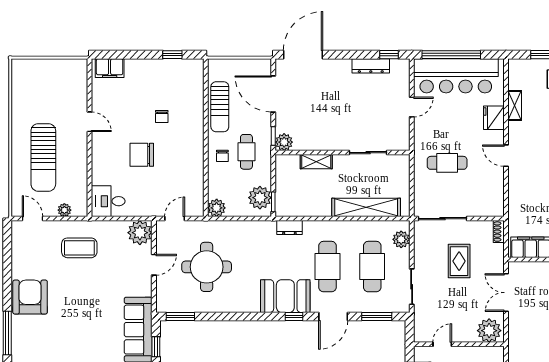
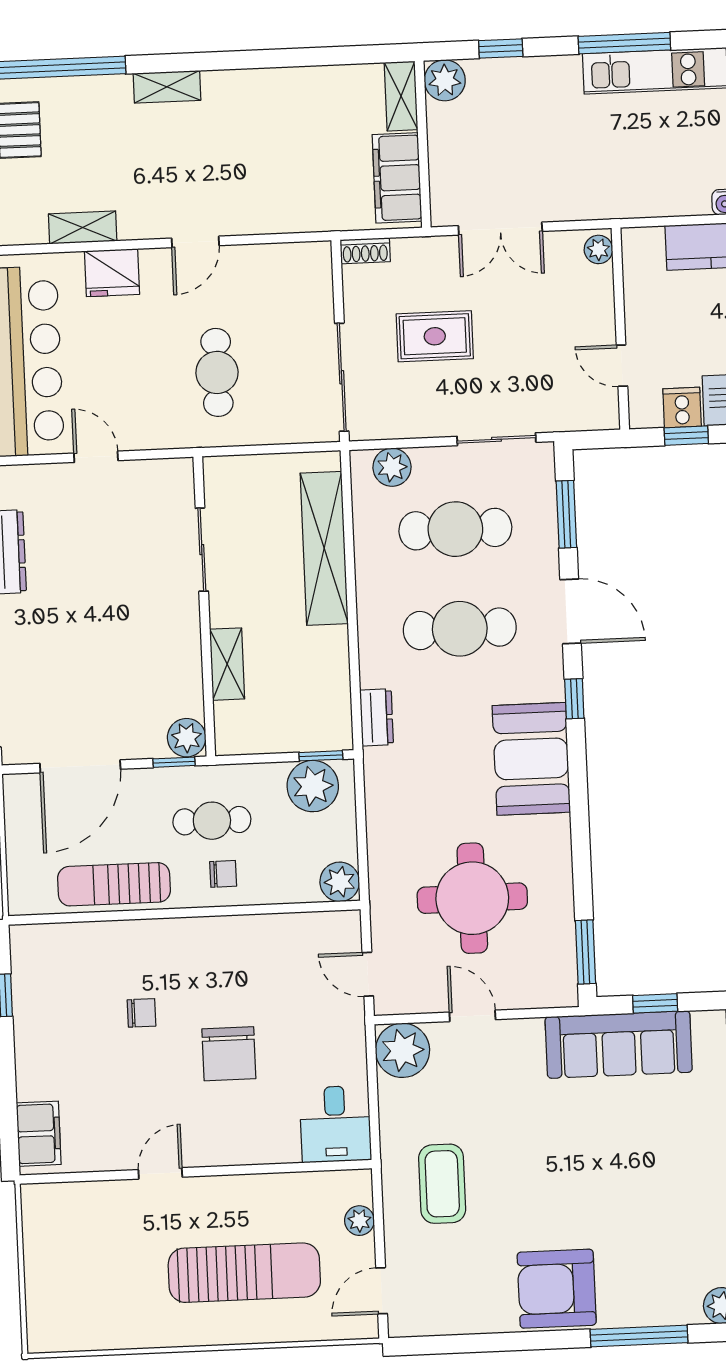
sun lounger: (220, 107) -> (114, 884), turned 180
booth: (285, 296) -> (531, 759), moved
plant: (489, 331) -> (598, 249), width x0.53, depth x0.53

